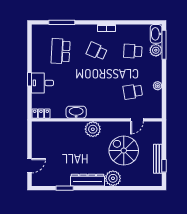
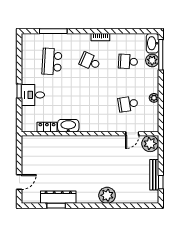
locker: (41, 114) -> (47, 127), moved
plant: (93, 129) -> (150, 144), moved
spiral stairs: (124, 151) -> (118, 166), removed
dresser: (88, 180) -> (58, 197), moved

